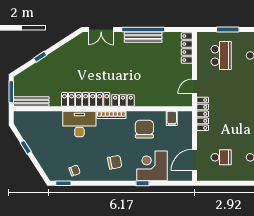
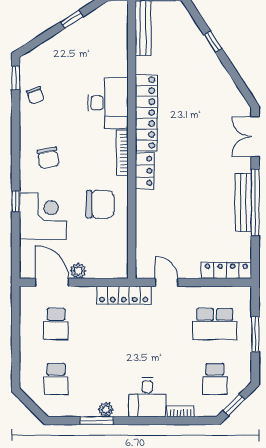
filing cabinet: (172, 118) -> (117, 247), removed
plant: (187, 143) -> (78, 271), added

